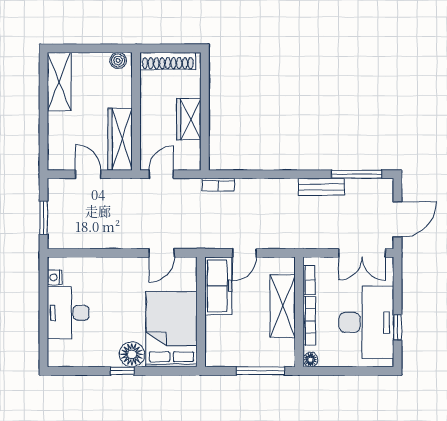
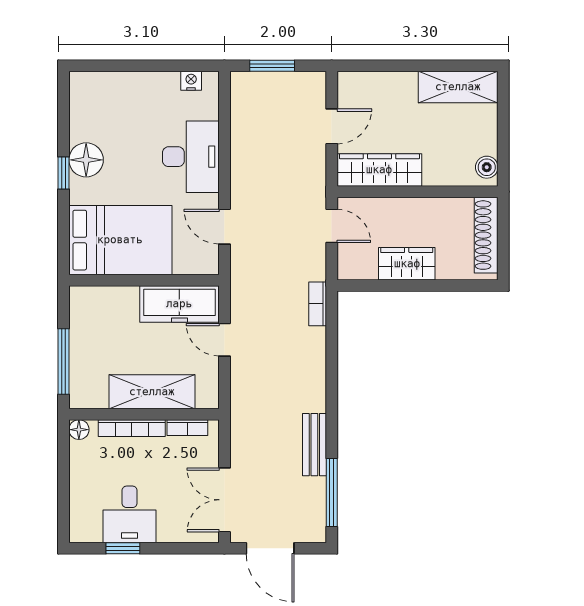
desk: (68, 313) -> (191, 157), moved, turned 90
desk: (366, 322) -> (130, 514), width x0.53, depth x0.77
floor lamp: (132, 354) -> (86, 160), moved

